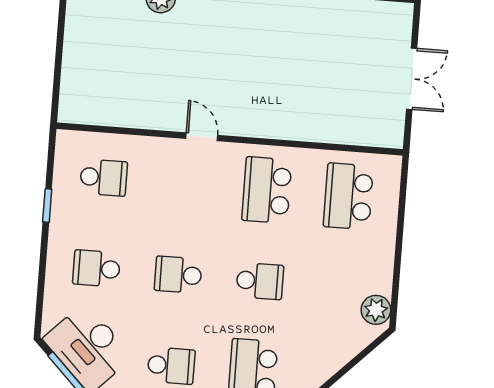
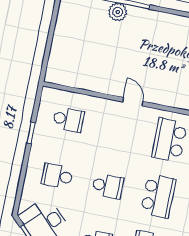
school desk: (178, 275) -> (108, 186), turned 180
school desk: (260, 281) -> (158, 196), width x1.85

